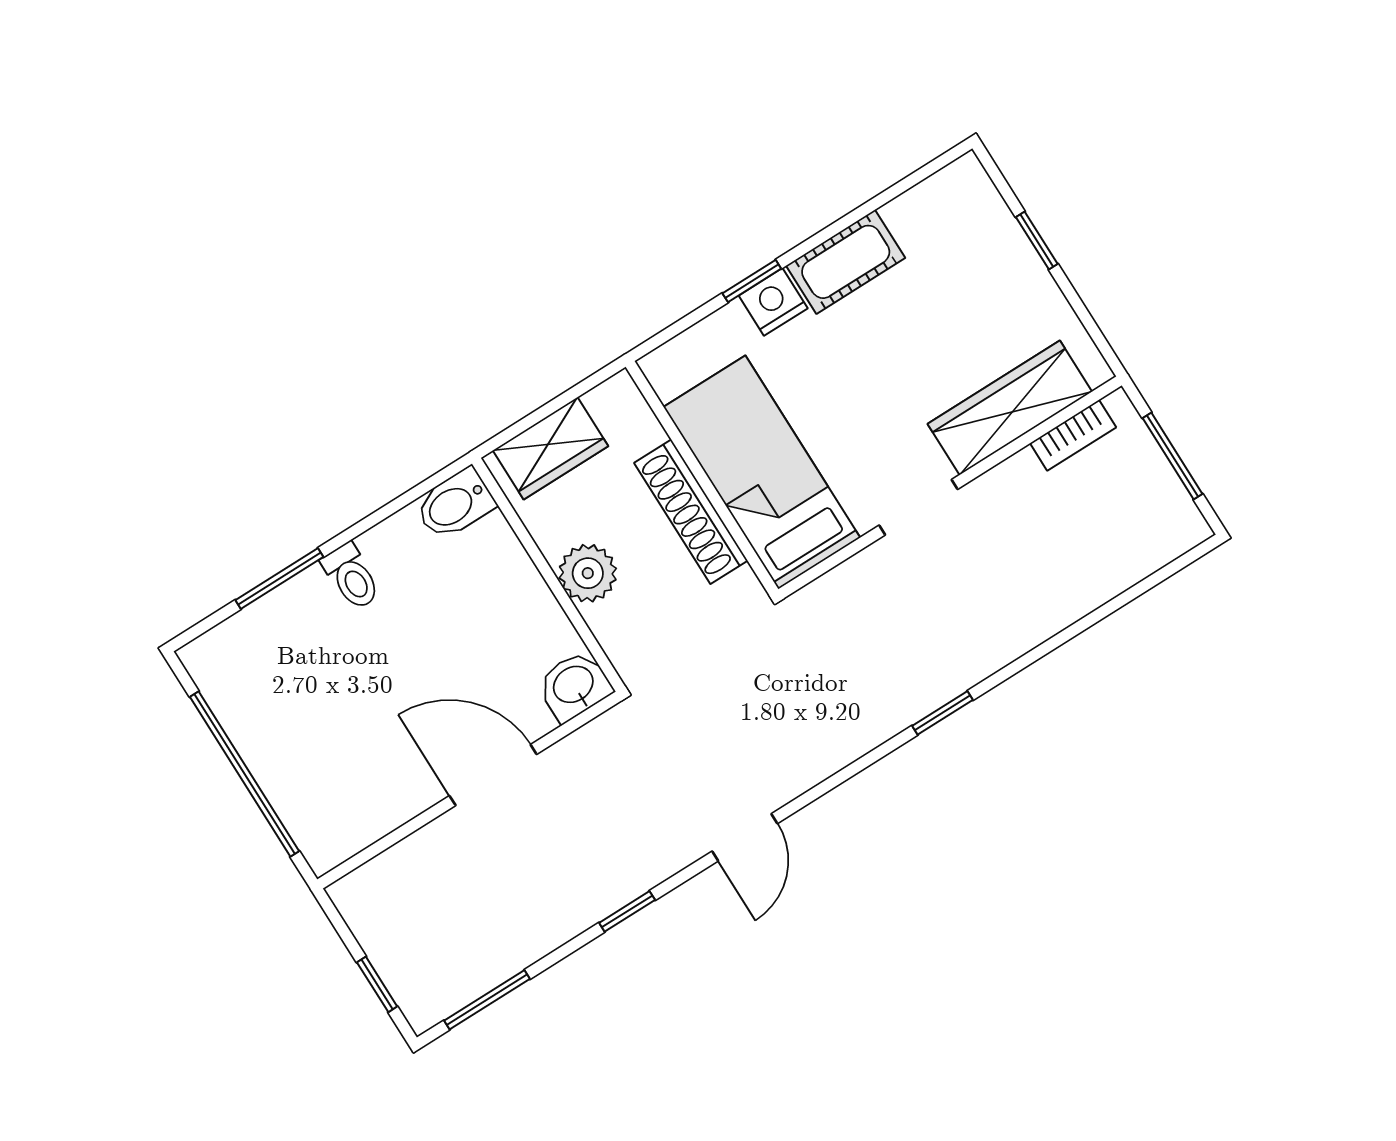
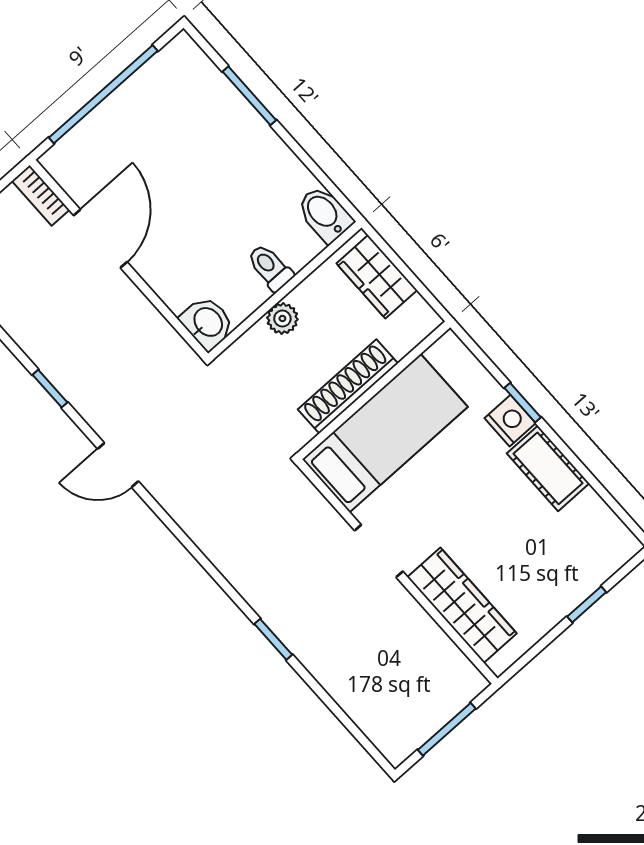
bookcase: (1073, 435) -> (41, 195), moved
plant: (588, 573) -> (282, 319), width x0.73, depth x0.73
toilet: (351, 577) -> (270, 267), moved, turned 90
window: (942, 713) -> (273, 639), moved
door: (493, 775) -> (100, 239), moved

